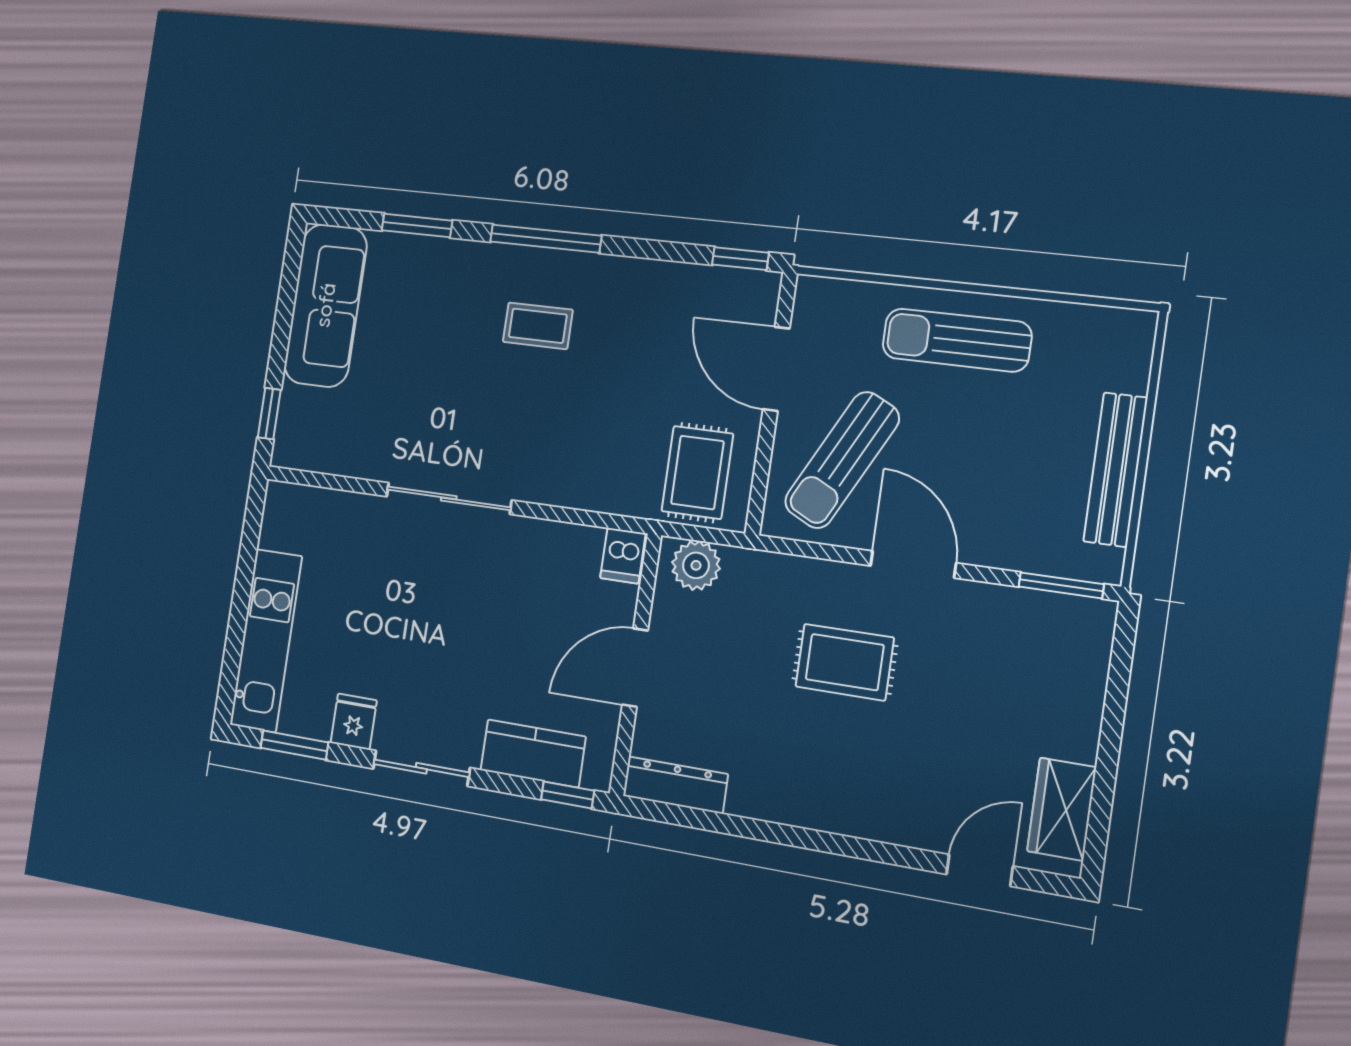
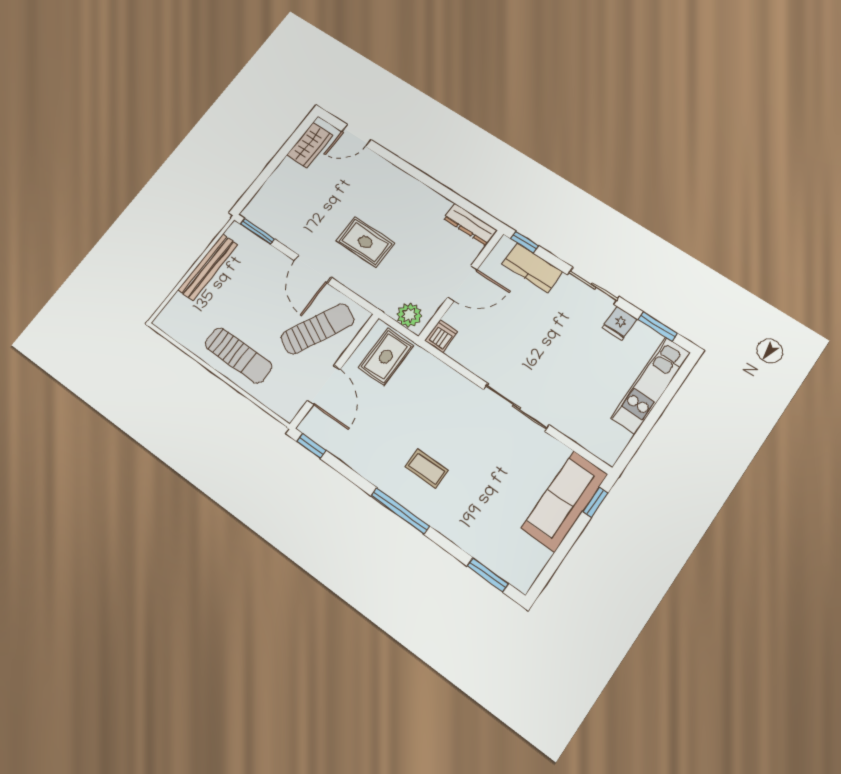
window: (417, 226) -> (488, 575), moved
sofa: (325, 305) -> (565, 501), moved

